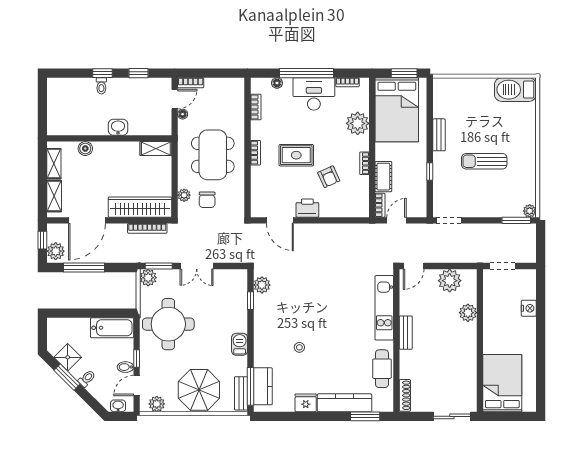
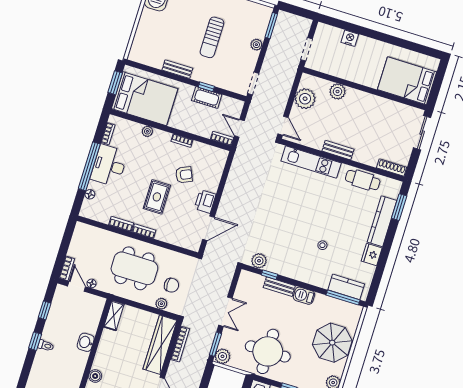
bookcase: (256, 107) -> (121, 224), moved
plant: (358, 123) -> (147, 131), width x0.53, depth x0.53
cot: (383, 177) -> (207, 98), moved
plant: (530, 211) -> (256, 45), moved
bench: (241, 393) -> (279, 287), moved

